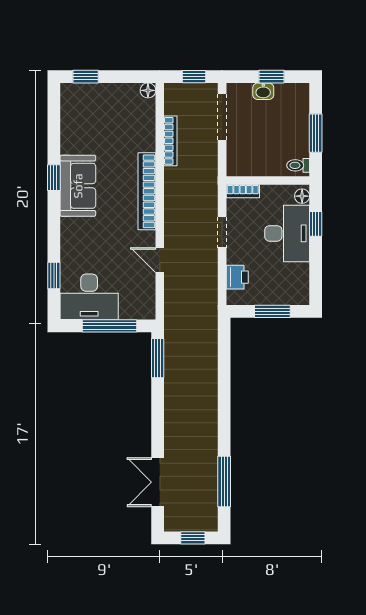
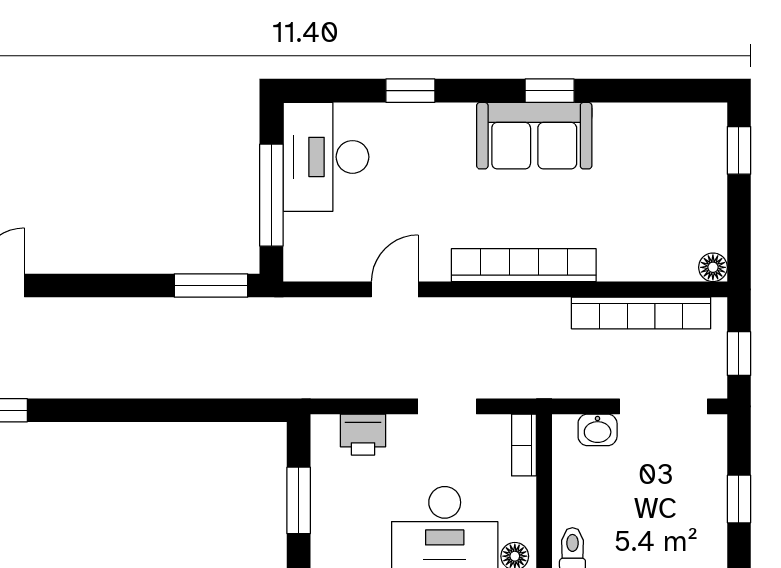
washbasin: (263, 91) -> (598, 430), moved, turned -90
bookcase: (170, 141) -> (641, 313), width x1.48, depth x1.31
window: (54, 275) -> (410, 91), moved

